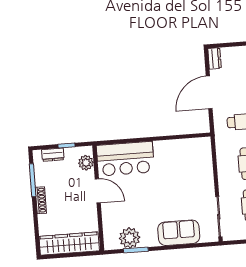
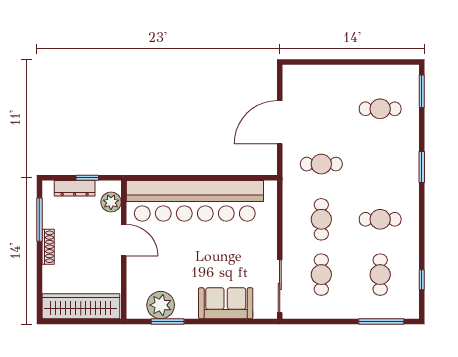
dresser: (215, 58) -> (290, 78), removed
dresser: (53, 155) -> (75, 188), width x1.44
bar counter: (125, 159) -> (195, 201), width x1.86

